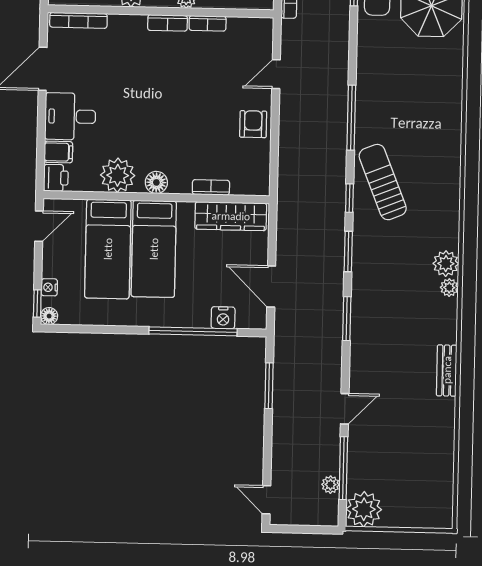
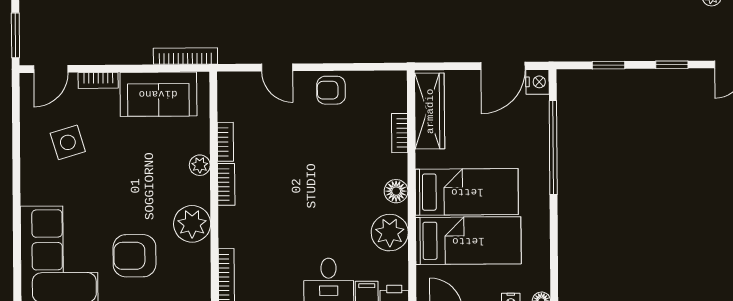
nightstand: (223, 318) -> (537, 82), moved
window: (269, 386) -> (608, 65), width x0.67
window: (268, 445) -> (672, 65), added

